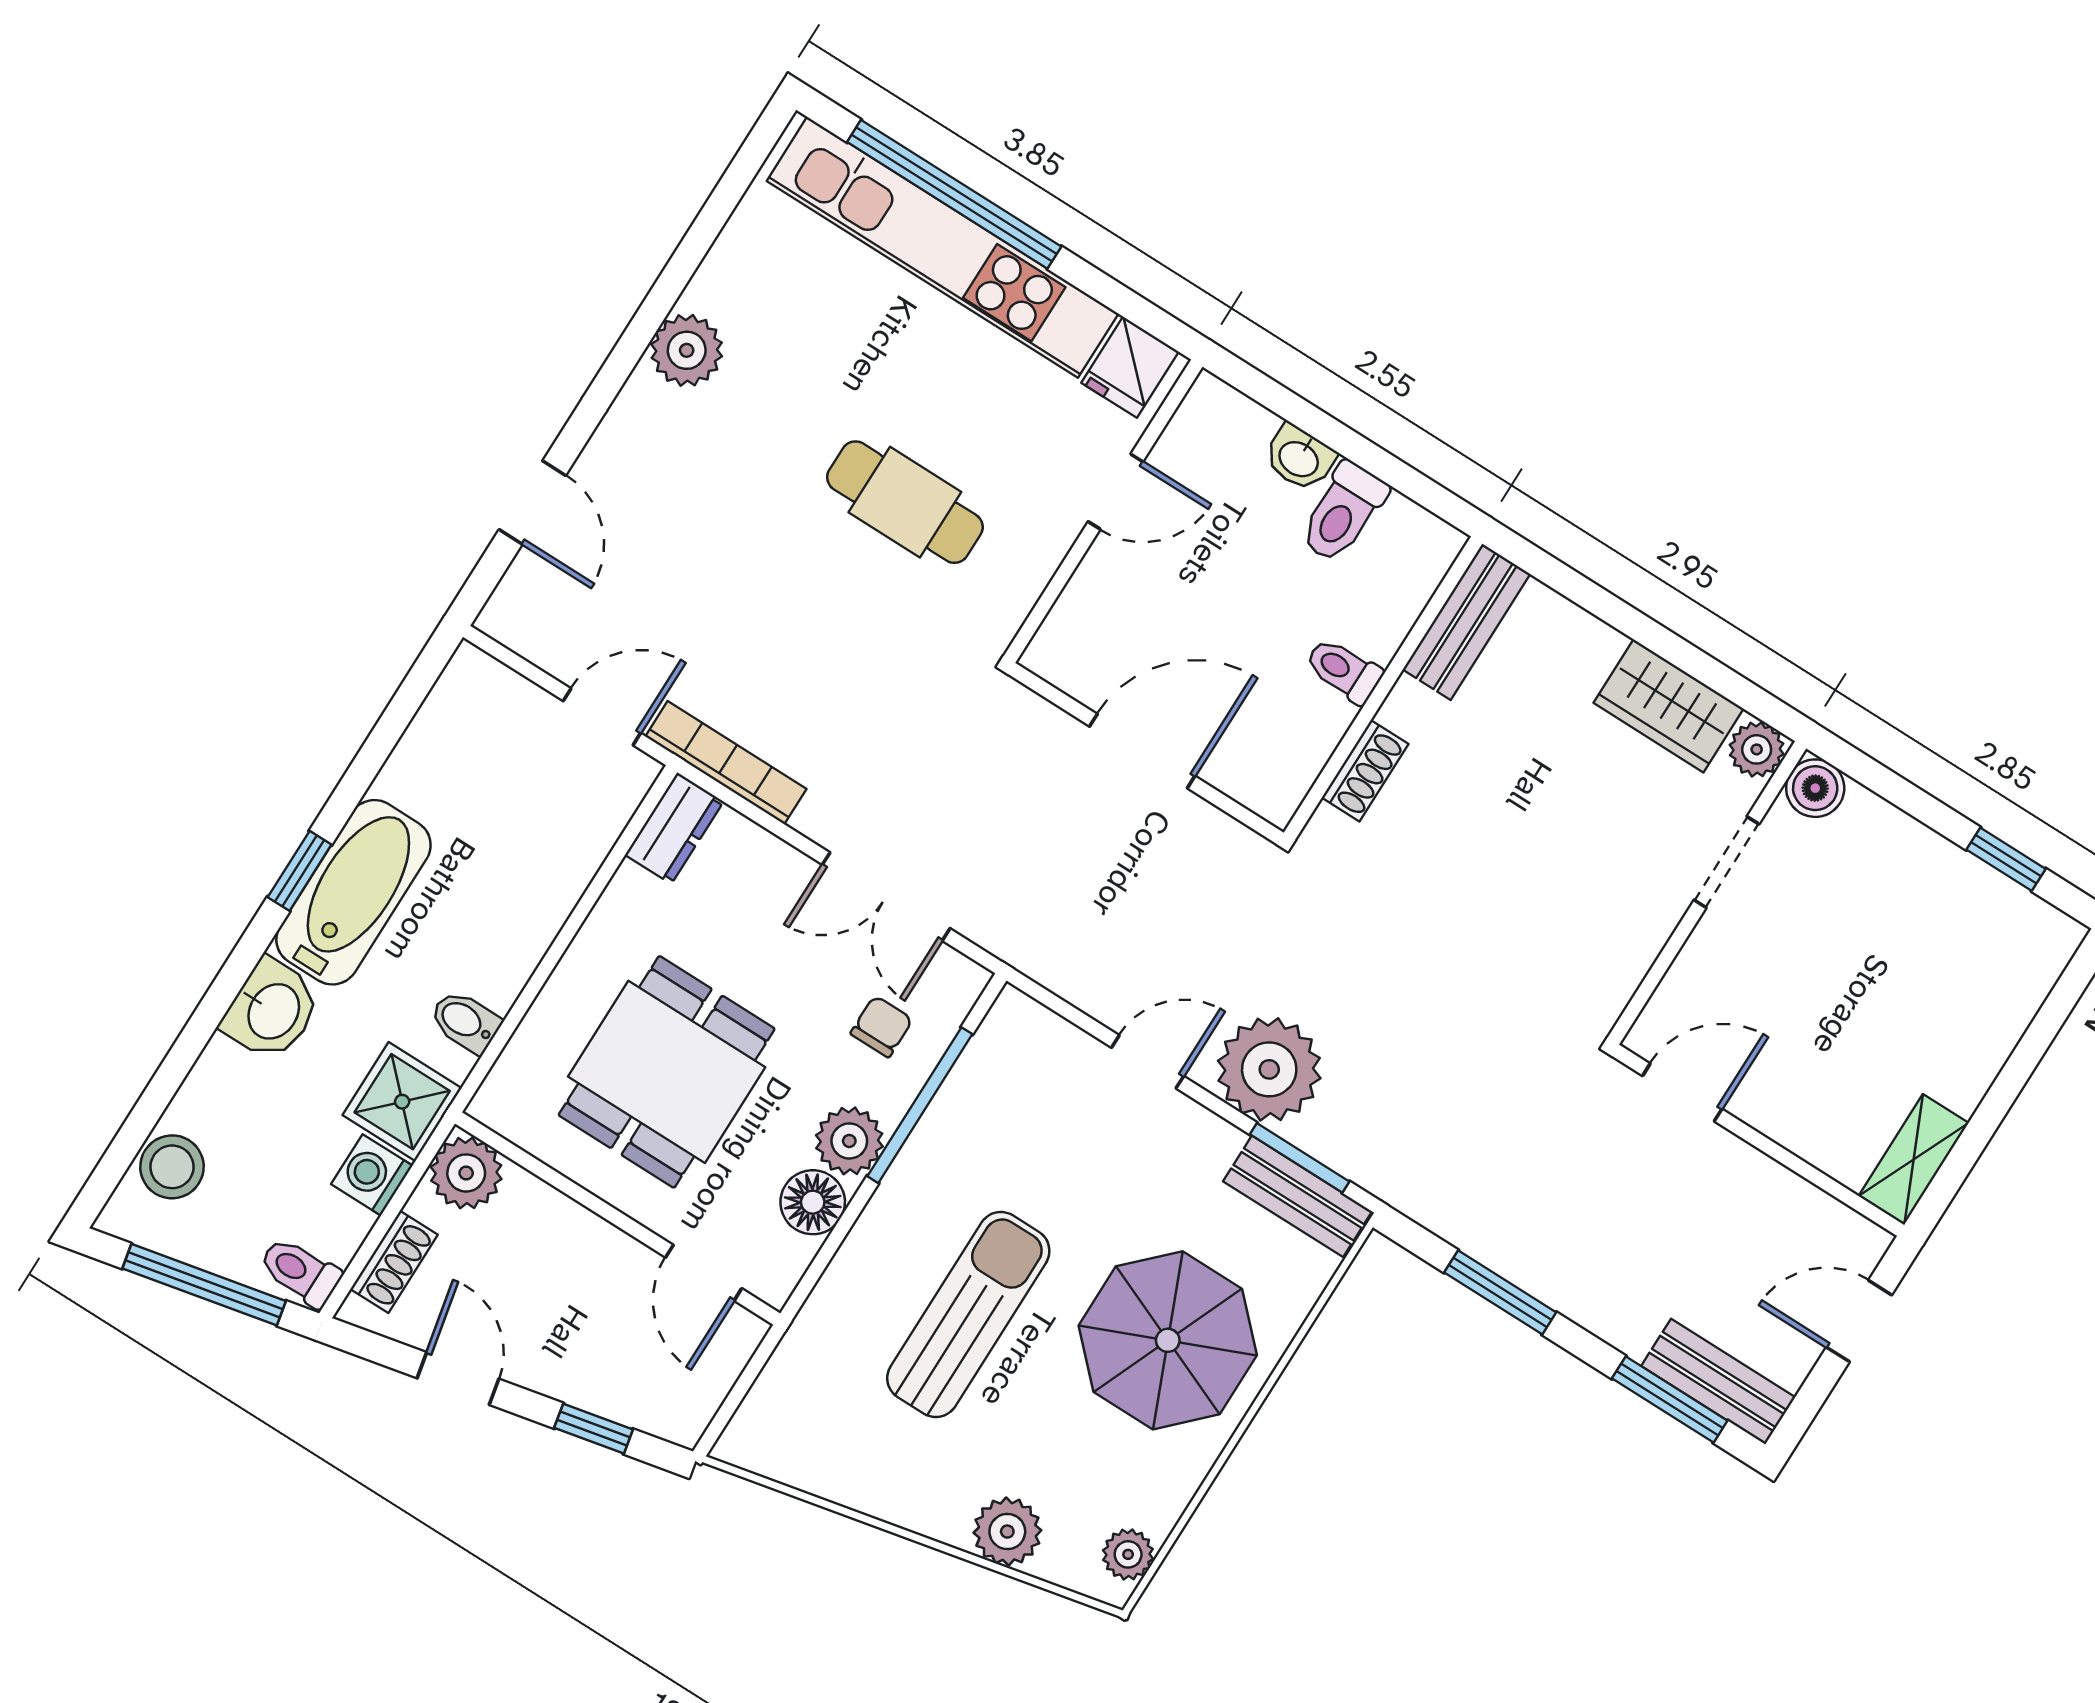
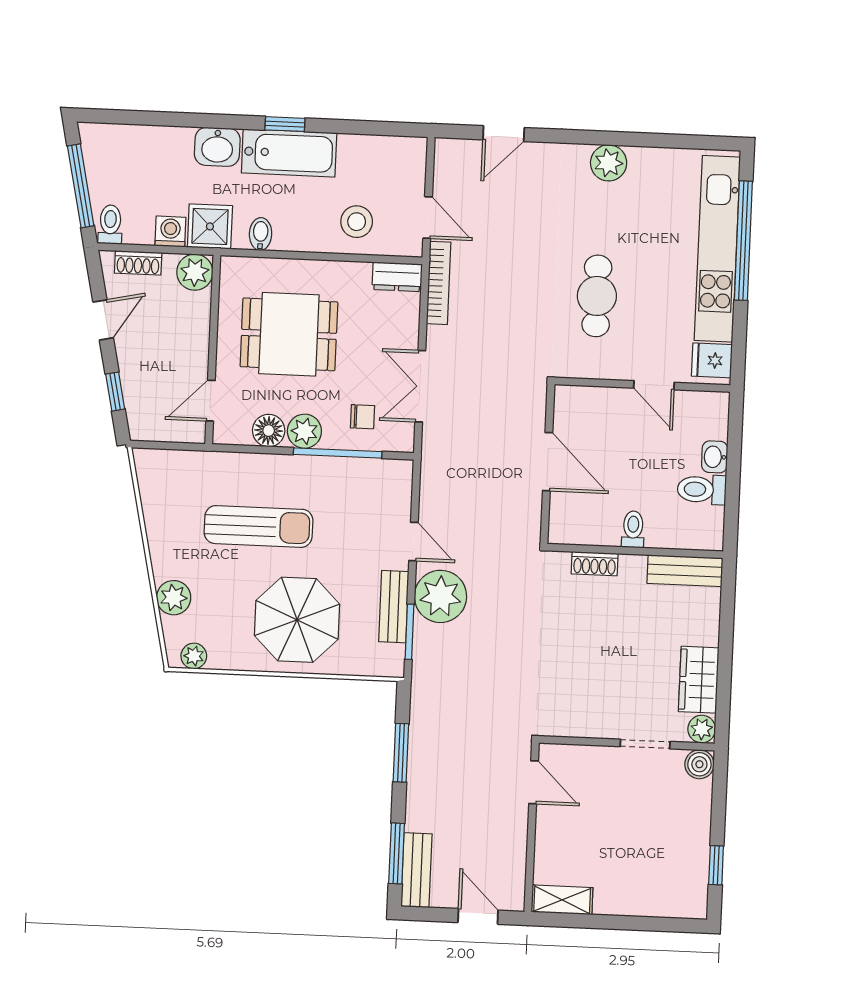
stool: (172, 1167) -> (357, 222), moved
bench: (1298, 1196) -> (394, 607), moved

